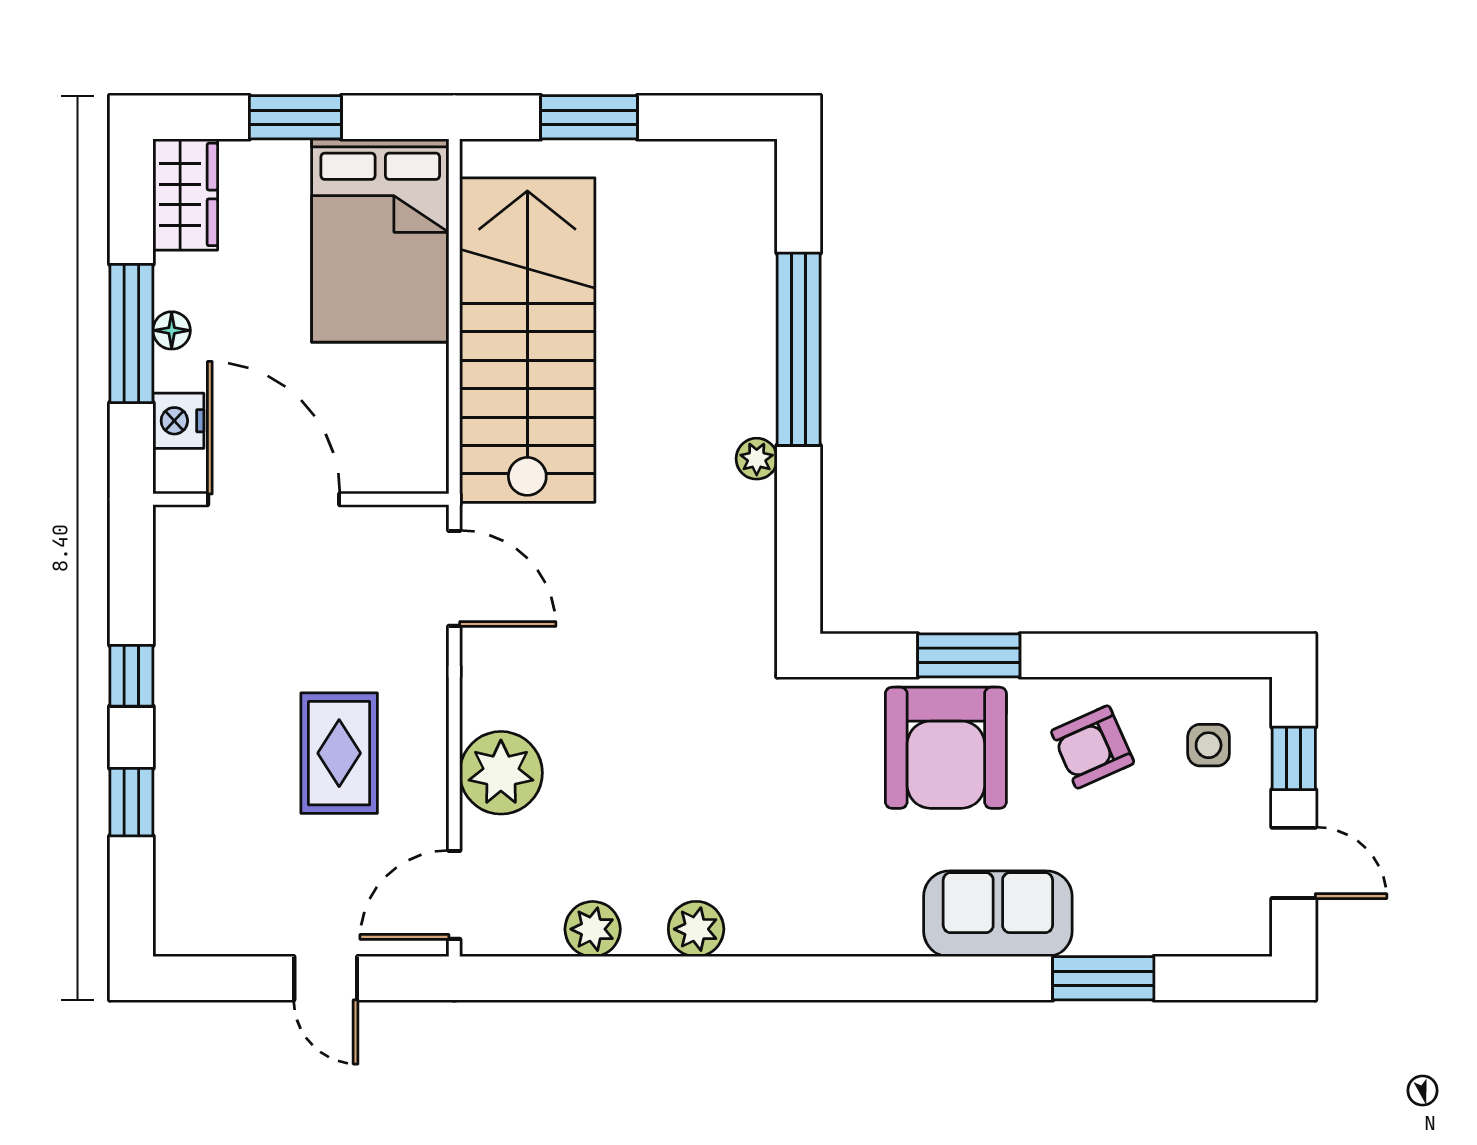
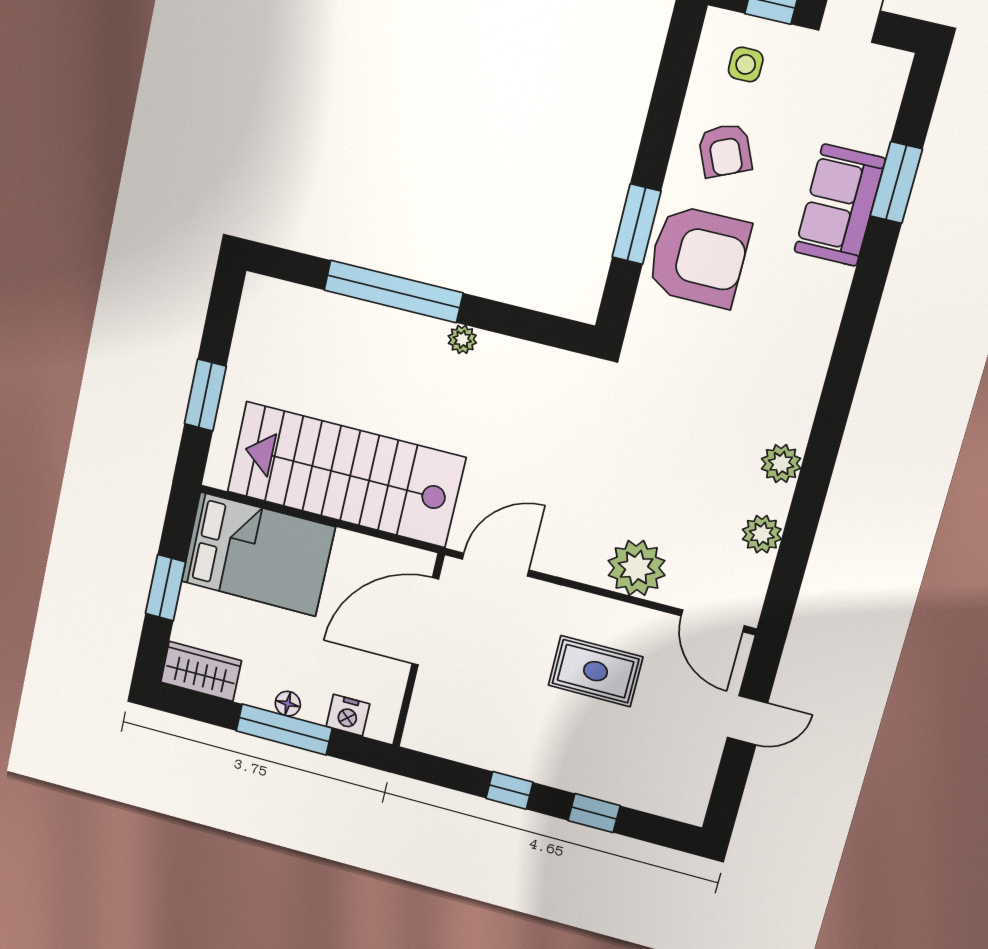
door: (274, 499) -> (425, 621), moved
sofa: (998, 914) -> (840, 205), moved

